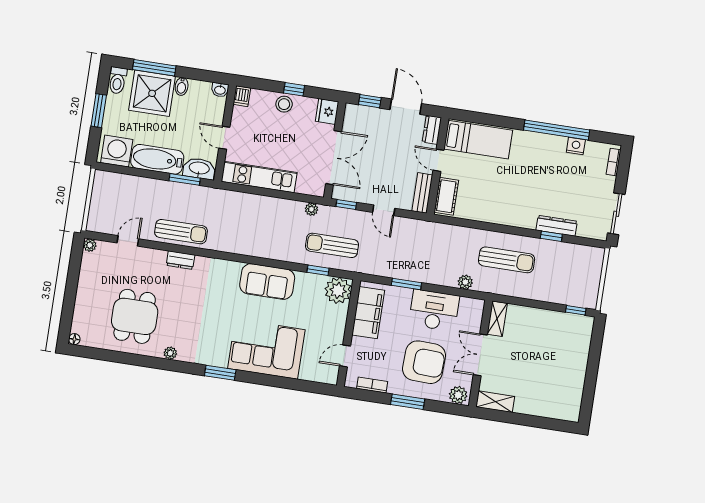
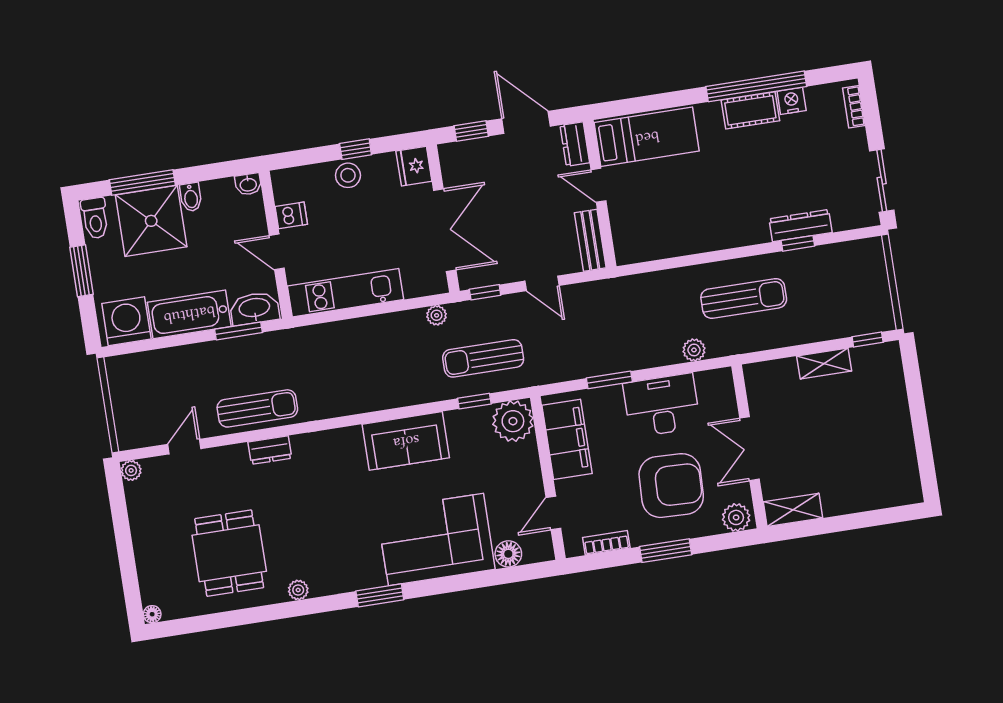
dishwasher: (242, 96) -> (291, 215), moved, turned -90
cot: (446, 196) -> (750, 110), moved, turned 90
shelving: (497, 319) -> (824, 364), moved, turned 90
floor lamp: (309, 372) -> (508, 554), added

